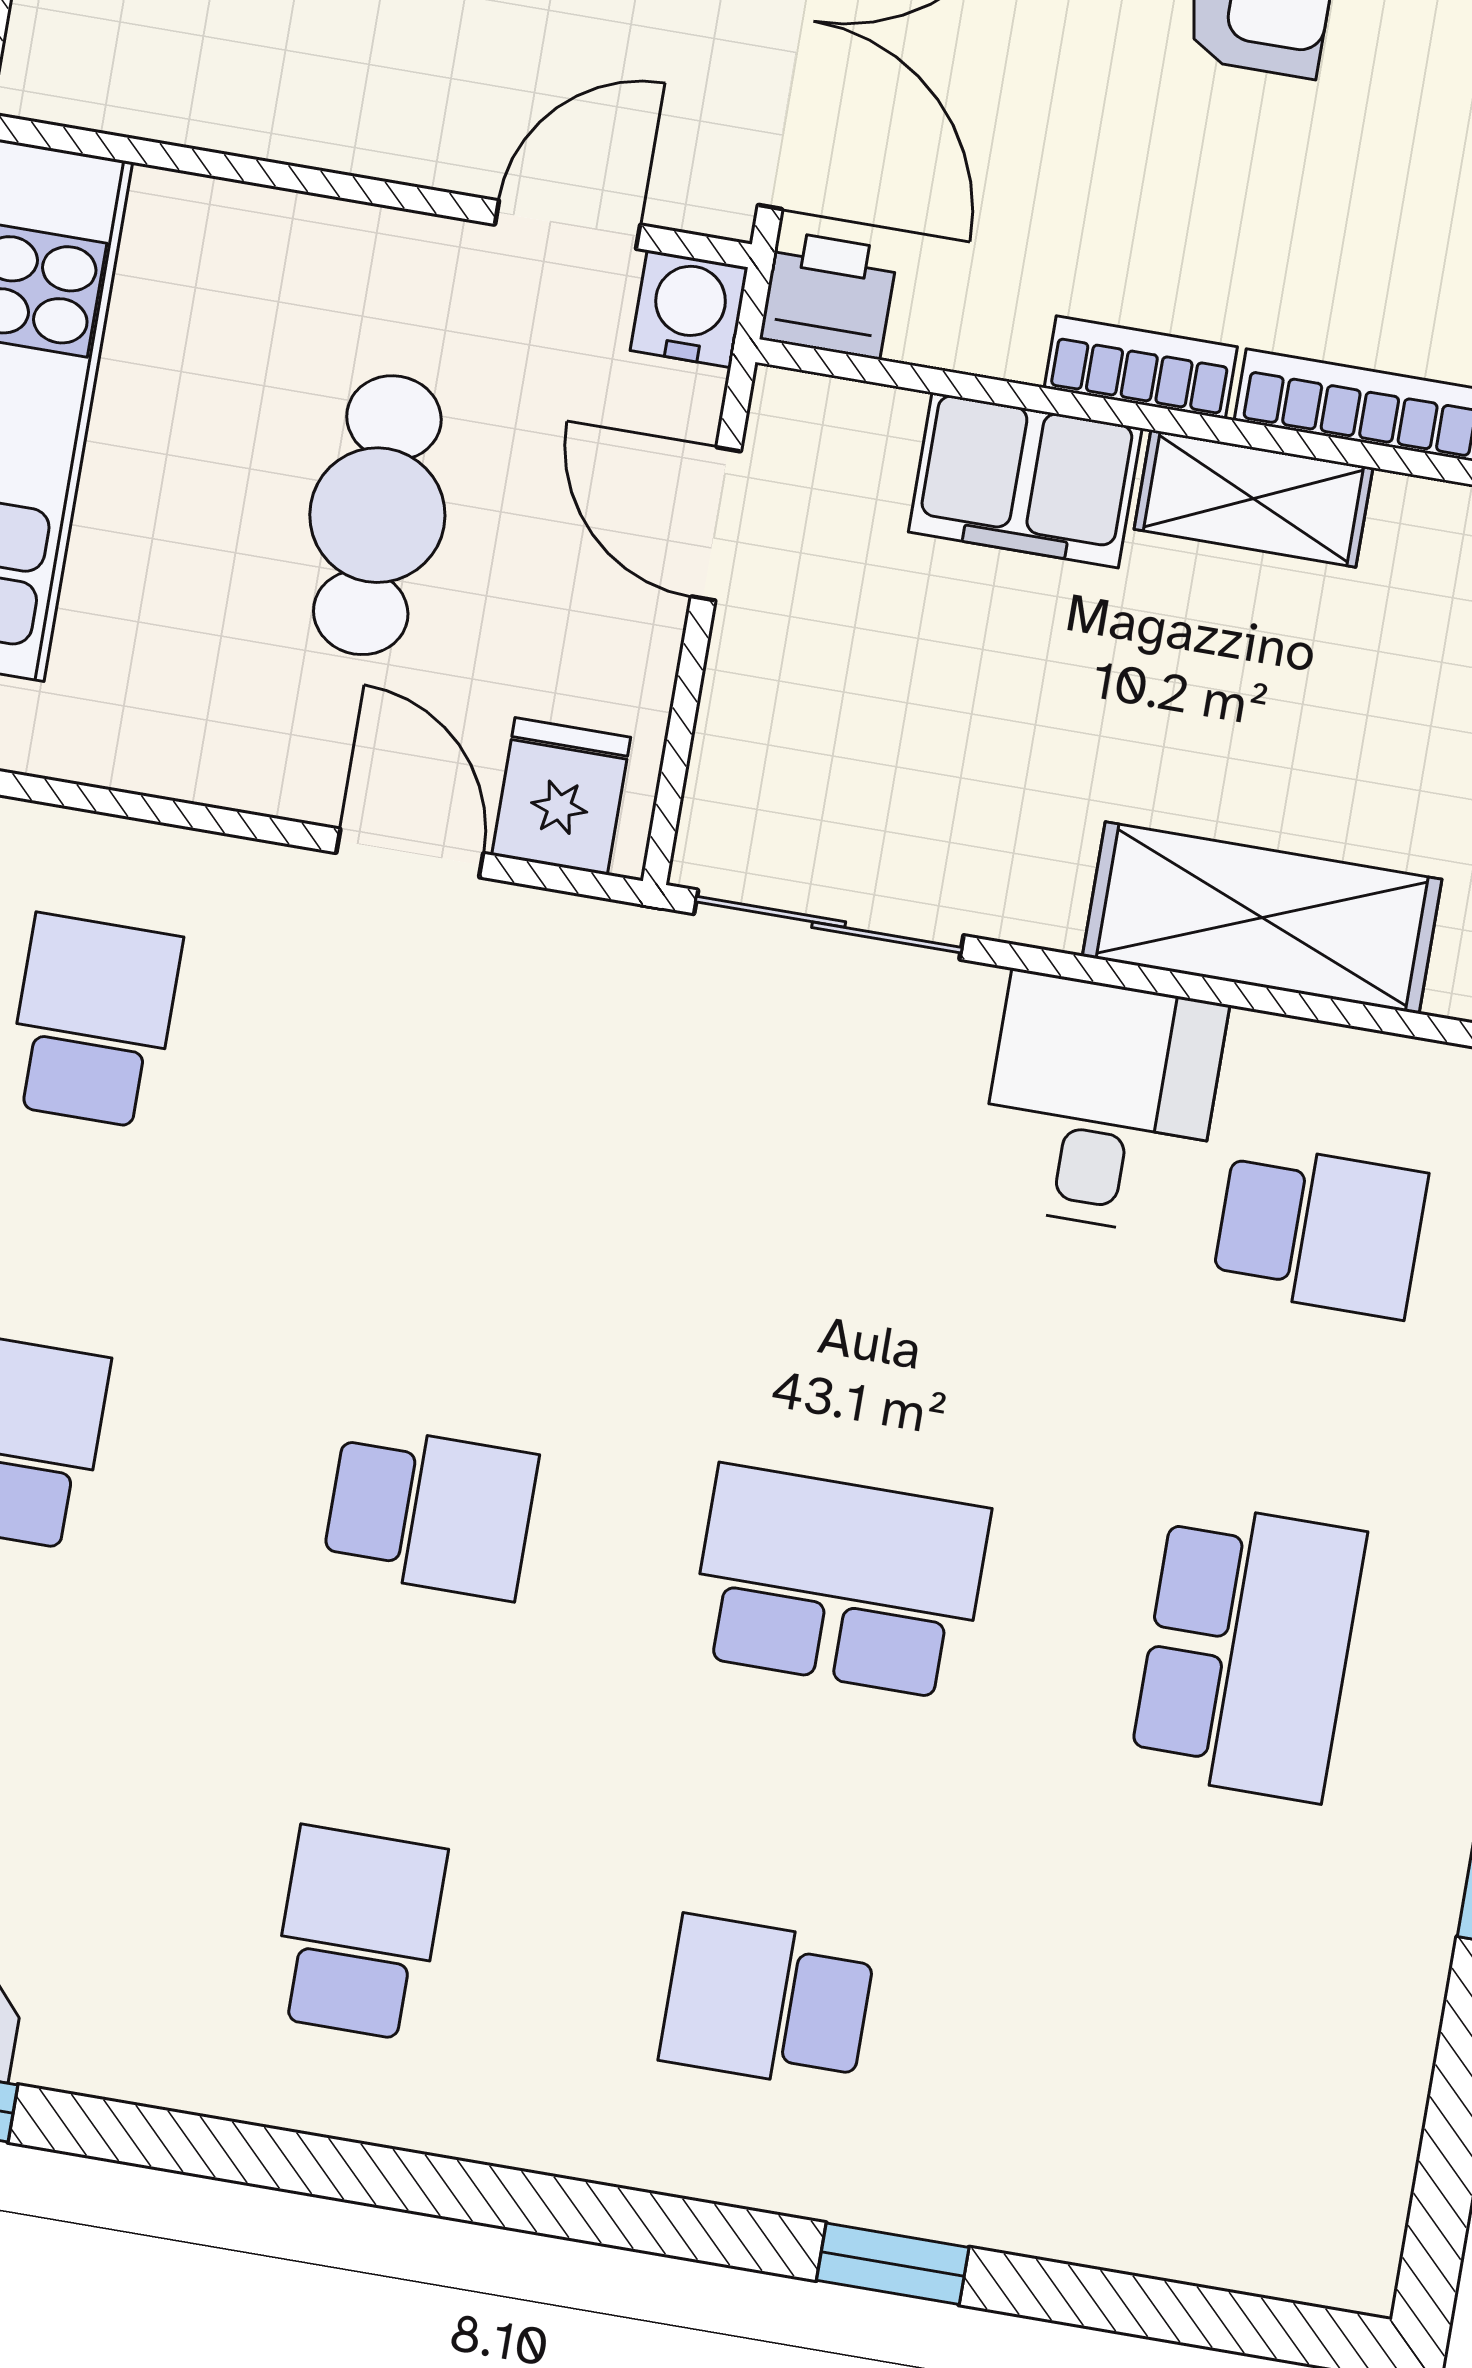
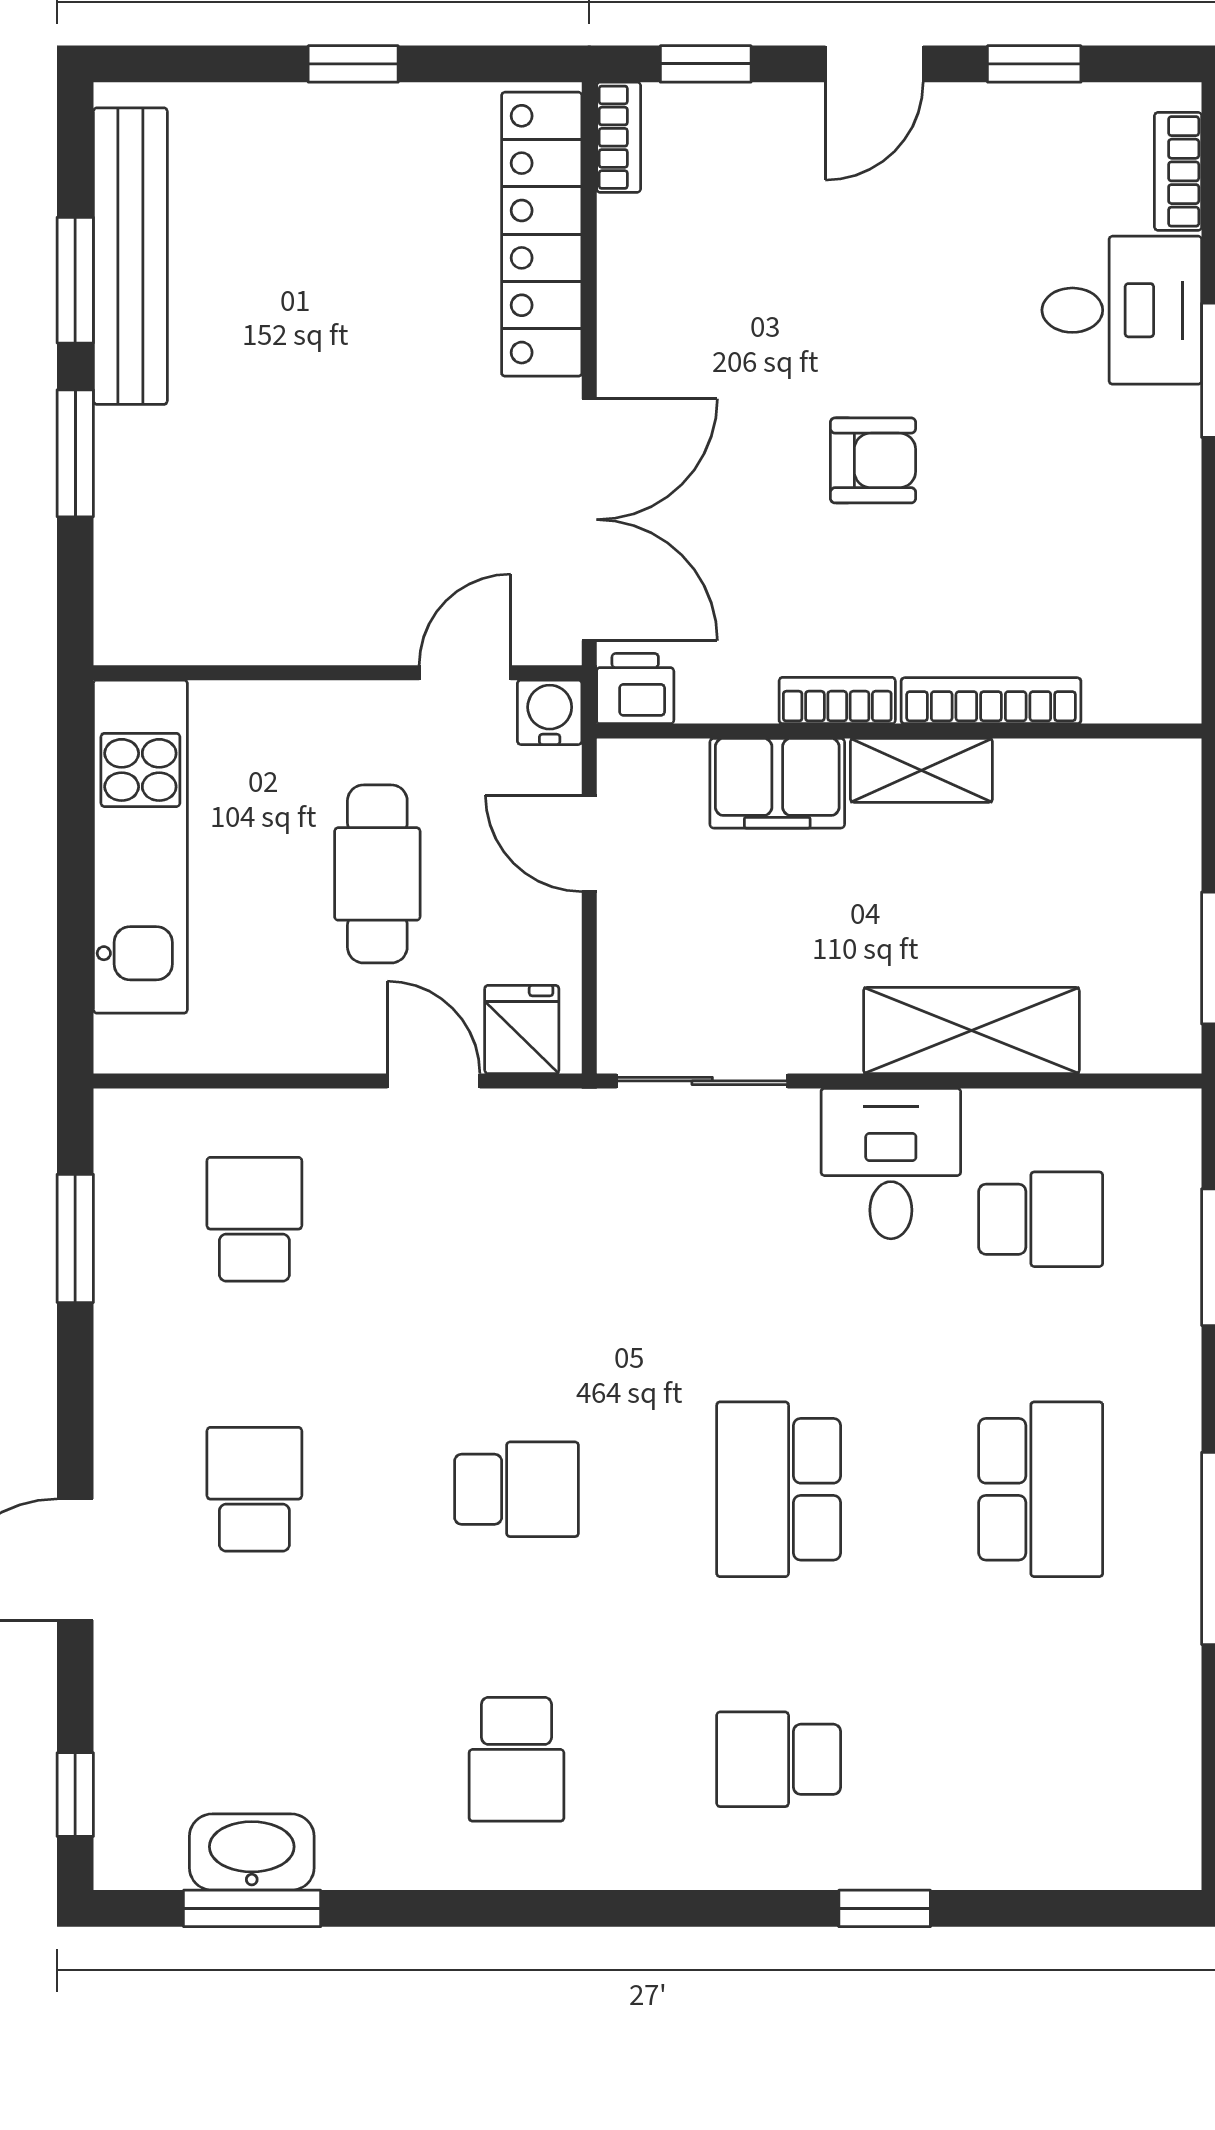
school desk: (839, 1582) -> (779, 1489), turned -90
school desk: (358, 1933) -> (516, 1759), turned 180

